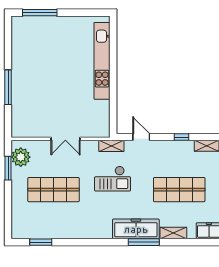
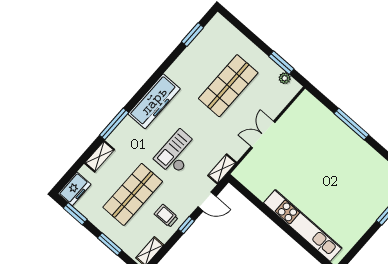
window: (181, 137) -> (186, 225), moved
trolley: (174, 156) -> (166, 216), added
plant: (21, 157) -> (285, 78), width x0.53, depth x0.53
checkout: (113, 179) -> (177, 153), moved
freezer: (136, 229) -> (154, 101), moved

